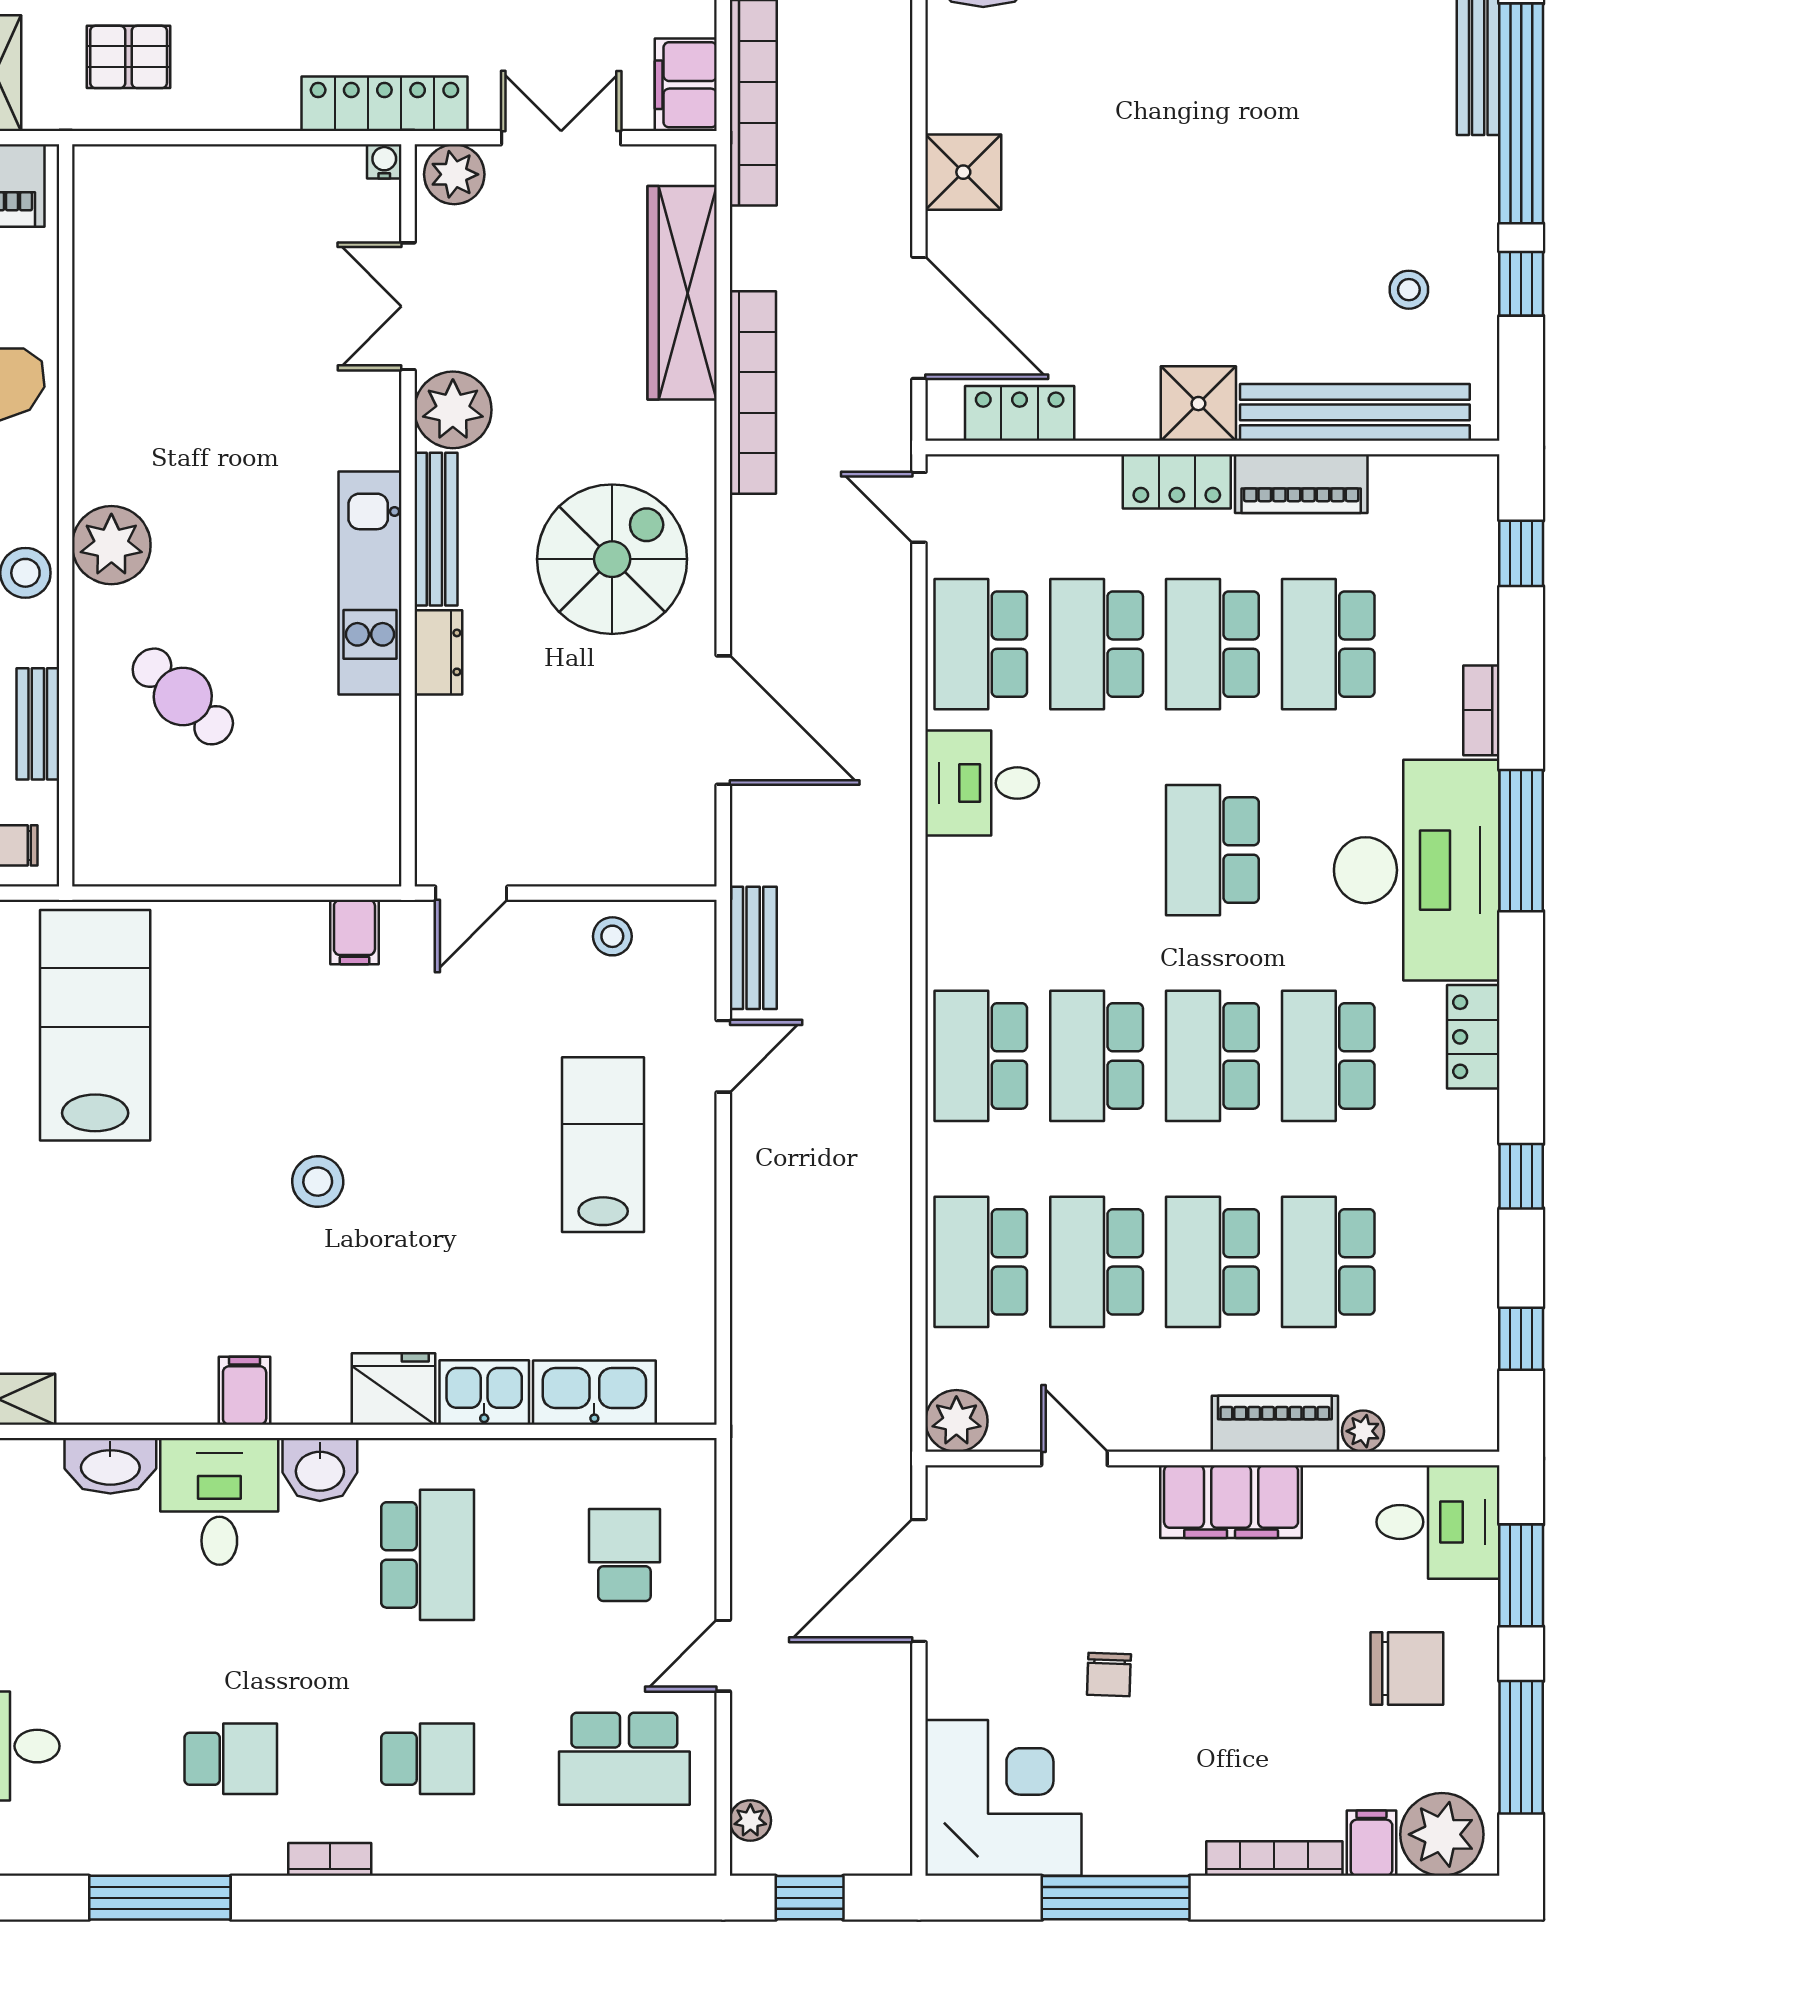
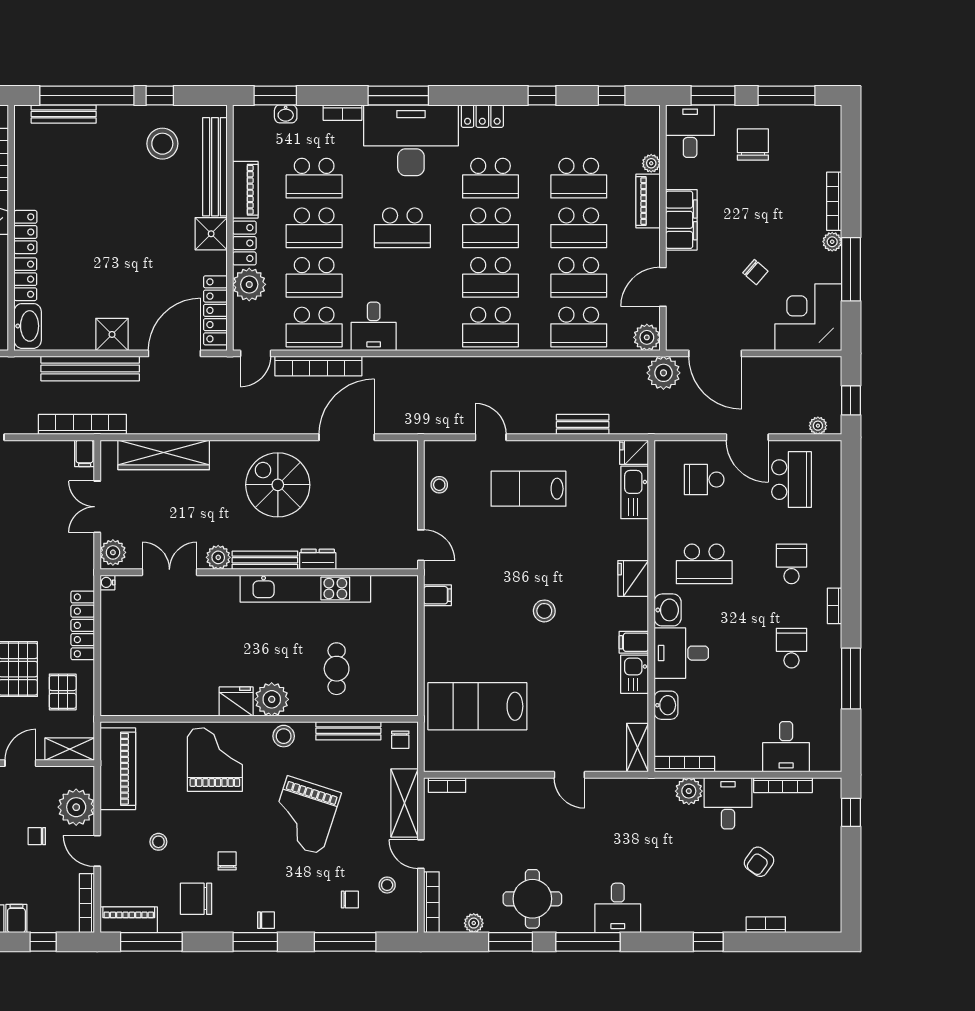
filing cabinet: (686, 85) -> (85, 453), width x0.50
locker: (384, 104) -> (83, 625), moved
bench: (884, 121) -> (90, 369), added
stool: (1409, 290) -> (162, 144), width x1.89, depth x1.89
double door: (408, 306) -> (169, 572), swing flipped
bookcase: (753, 393) -> (318, 366), moved, turned 180
plant: (453, 410) -> (218, 557), width x0.73, depth x0.73
locker: (1020, 413) -> (215, 310), width x1.53
fridge: (106, 462) -> (236, 702), added
plant: (1080, 493) -> (249, 284), added
window: (1521, 553) -> (275, 96), width x1.50
washbasin: (1478, 578) -> (286, 114), added
kitchen unit: (370, 583) -> (305, 589), width x1.36
cafe table: (183, 696) -> (337, 669), turned -43
bench: (38, 724) -> (348, 731), width x1.36
bench: (753, 948) -> (583, 424), moved
fridge: (688, 1391) -> (634, 452), added
kitchen sink: (484, 1392) -> (635, 674), moved
door: (1074, 1458) -> (663, 287), width x1.38
plant: (874, 1460) -> (663, 373), added
washbasin: (110, 1466) -> (666, 705), width x0.72
school desk: (428, 1555) -> (704, 564), turned 180
door: (723, 1656) -> (747, 437), width x1.38
chair: (1109, 1674) -> (755, 272), turned 39
plant: (1442, 1834) -> (832, 242), moved, width x0.53, depth x0.53
filing cabinet: (1371, 1843) -> (828, 160), removed

